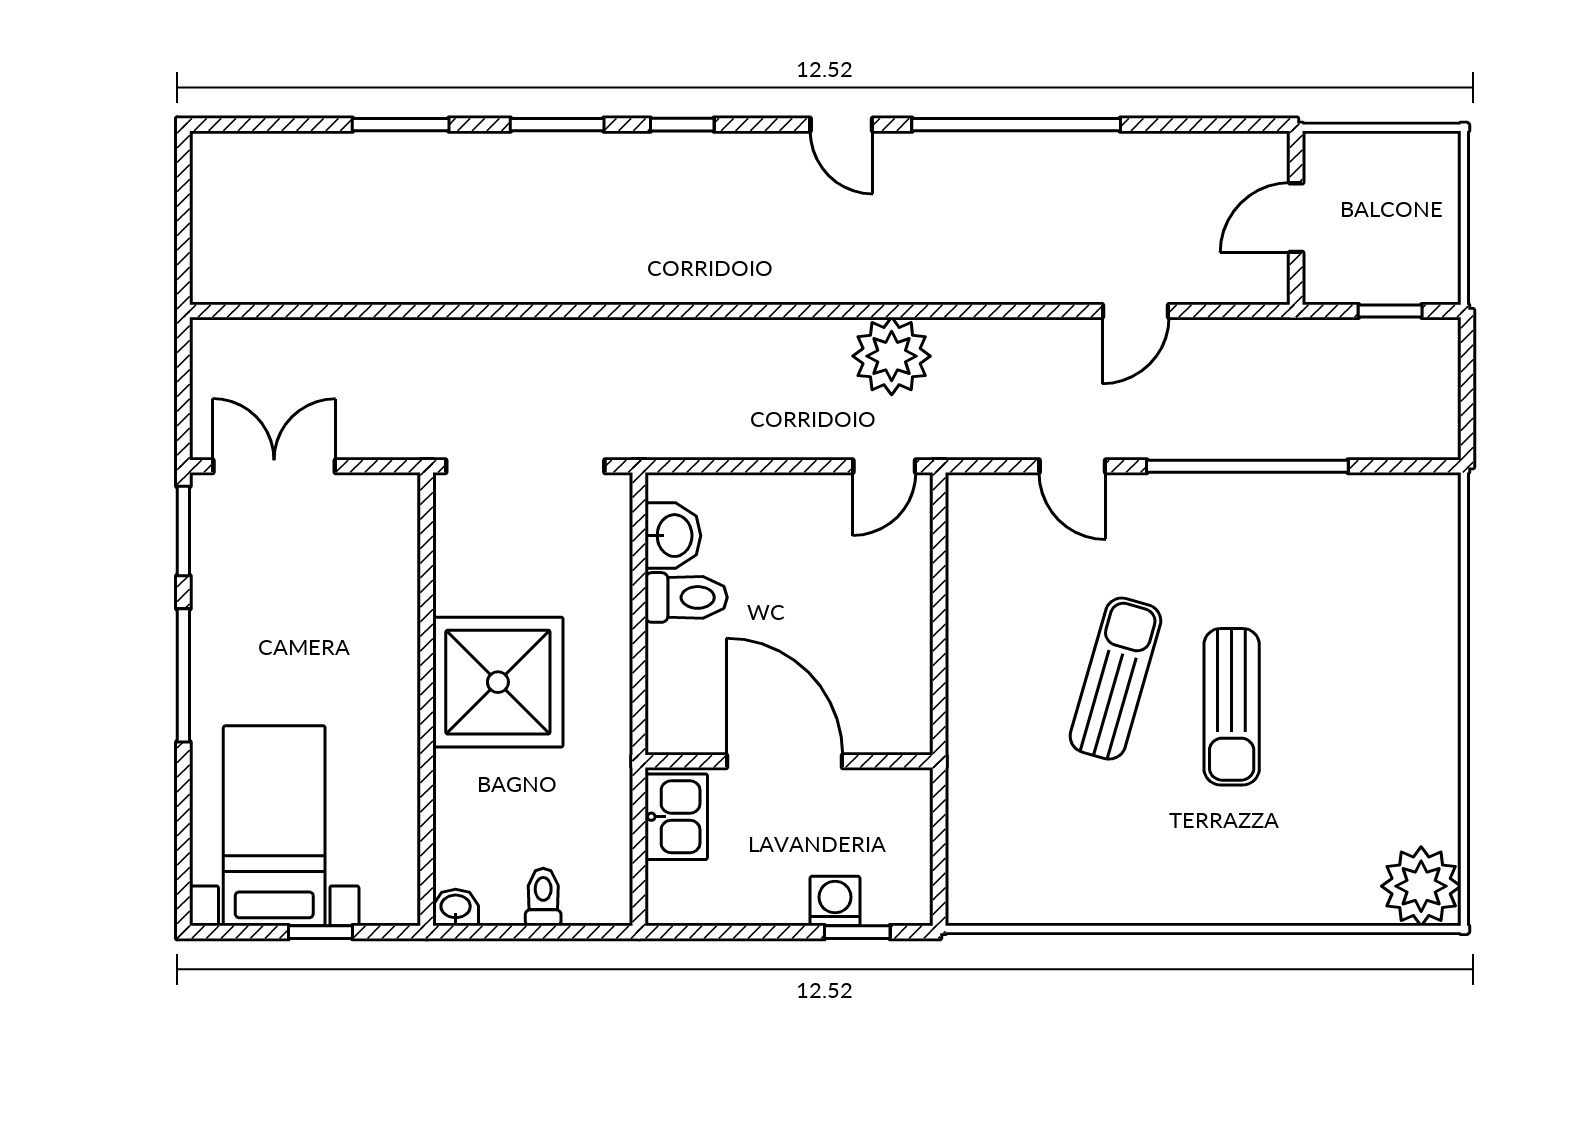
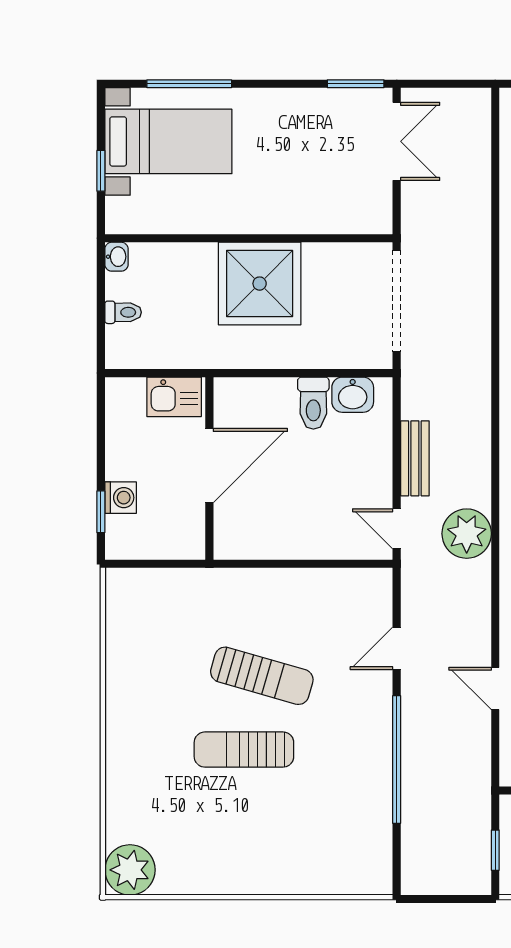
bench: (773, 438) -> (415, 458), added
window: (183, 675) -> (189, 84), moved

